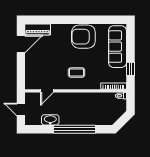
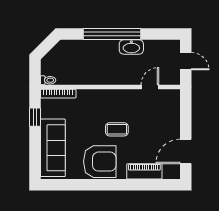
piano: (38, 29) -> (144, 171), moved
coffee table: (77, 73) -> (117, 129), moved
washbasin: (50, 120) -> (131, 47), moved

